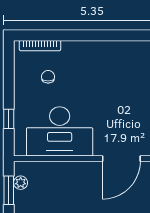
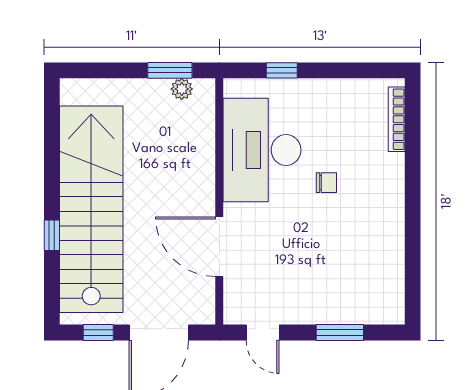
chair: (48, 77) -> (326, 183), moved

